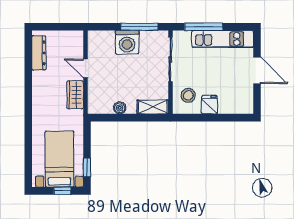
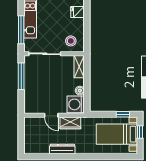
washing machine: (127, 42) -> (76, 104), moved, turned 180
dresser: (39, 53) -> (62, 149), moved
door: (85, 68) -> (51, 115), hinge flipped
fridge: (209, 105) -> (78, 12), moved

